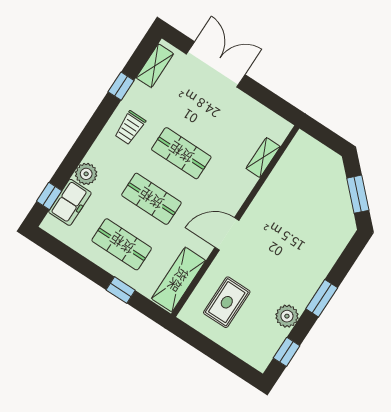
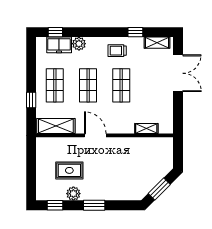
rug: (227, 302) -> (69, 170), moved

